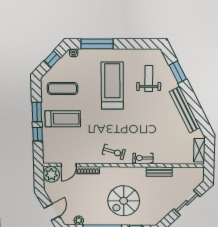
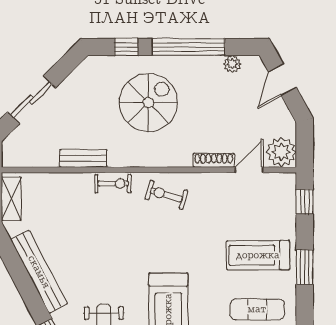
window: (38, 134) -> (305, 202), moved

